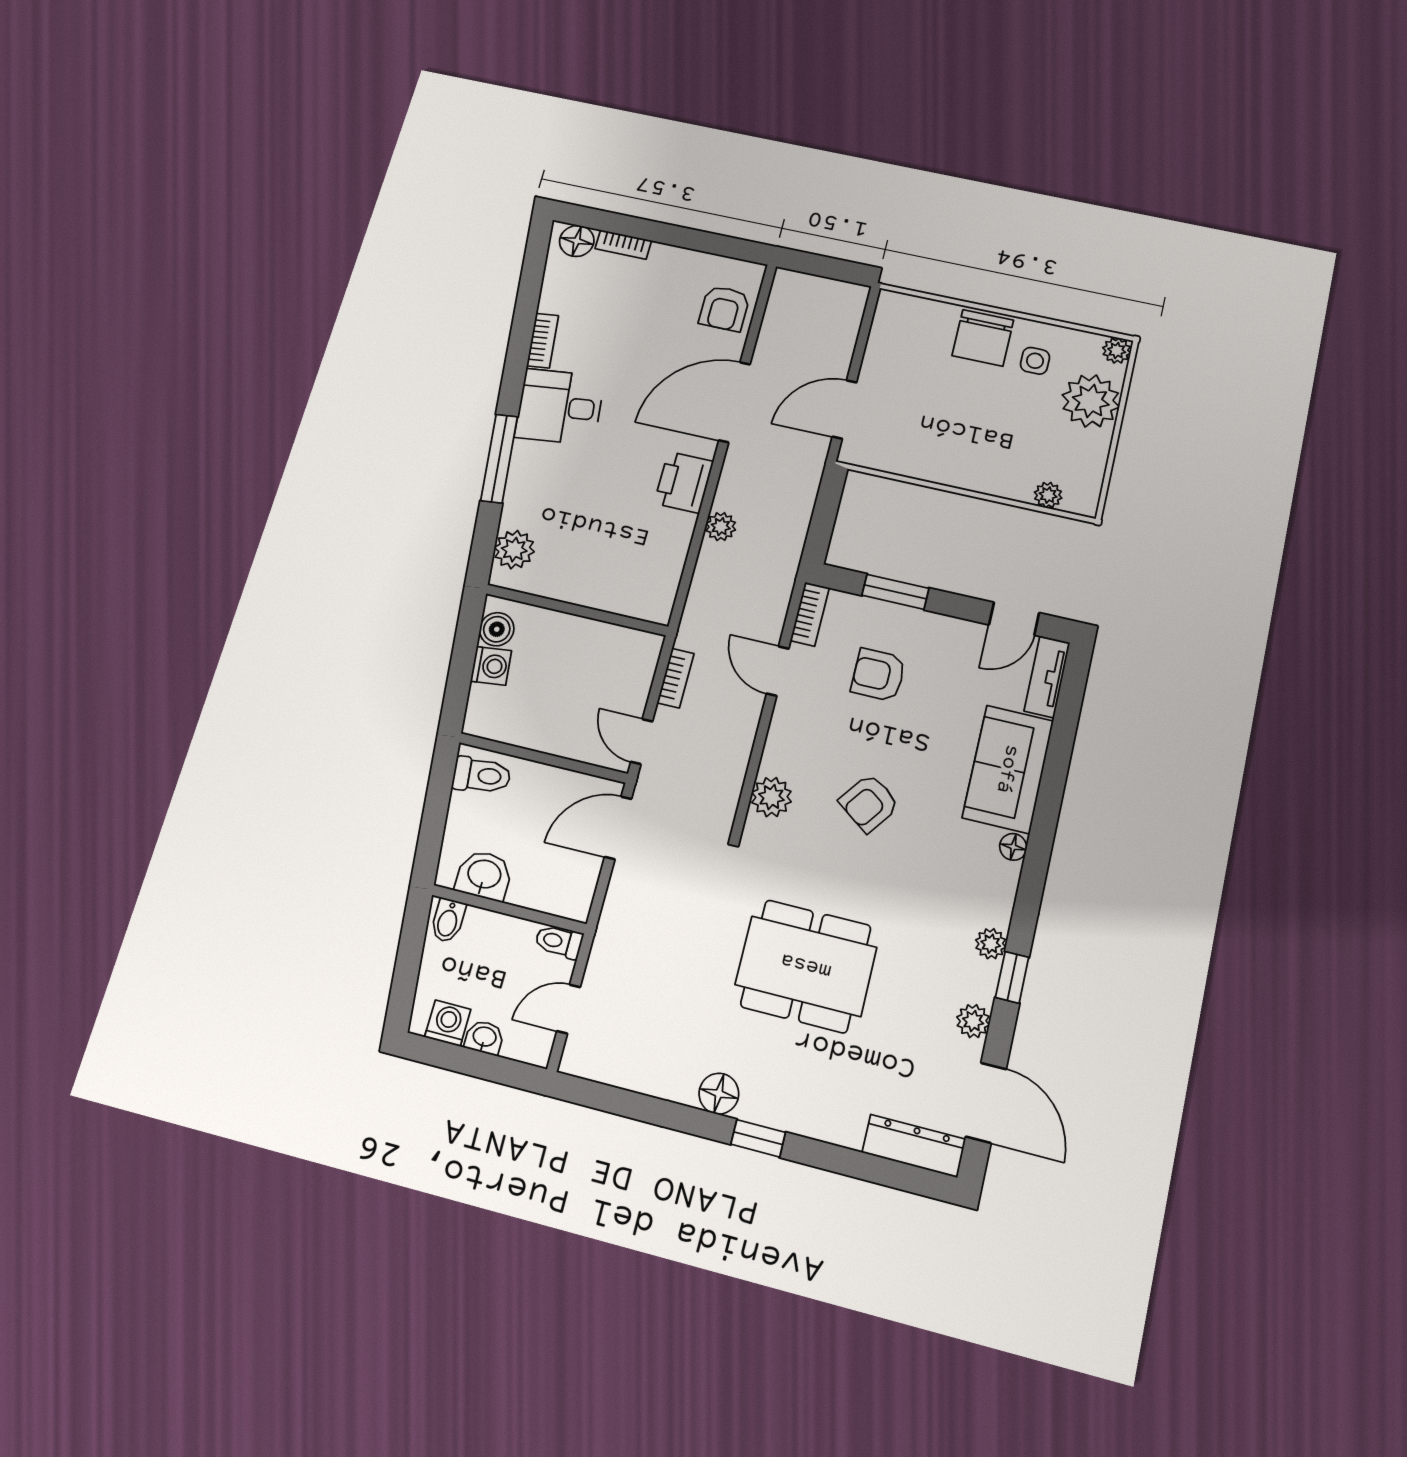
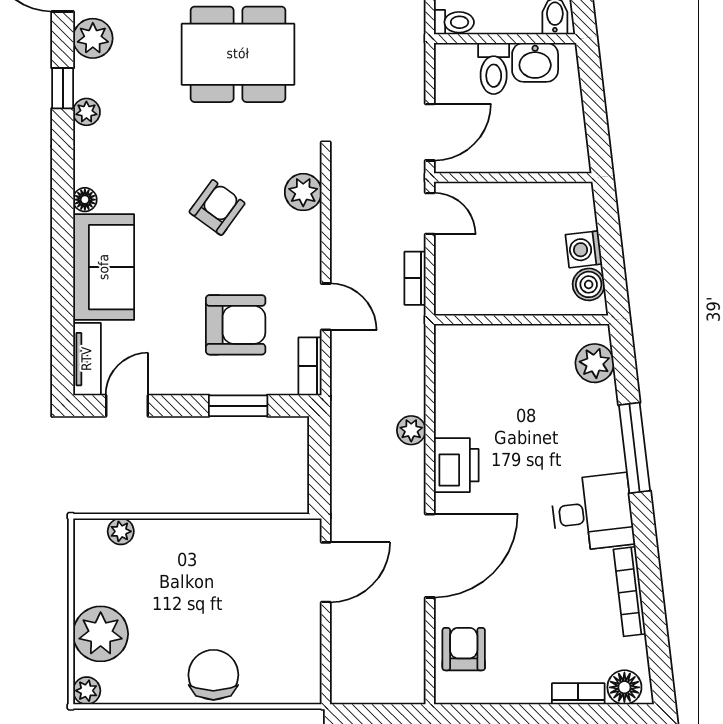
bookcase: (543, 341) -> (630, 592), width x1.56
side table: (1035, 361) -> (160, 663), removed
armchair: (878, 675) -> (236, 325), width x1.38, depth x1.38
toilet: (482, 775) -> (494, 68), moved, turned -83
plant: (973, 1021) -> (93, 38), width x1.38, depth x1.38

